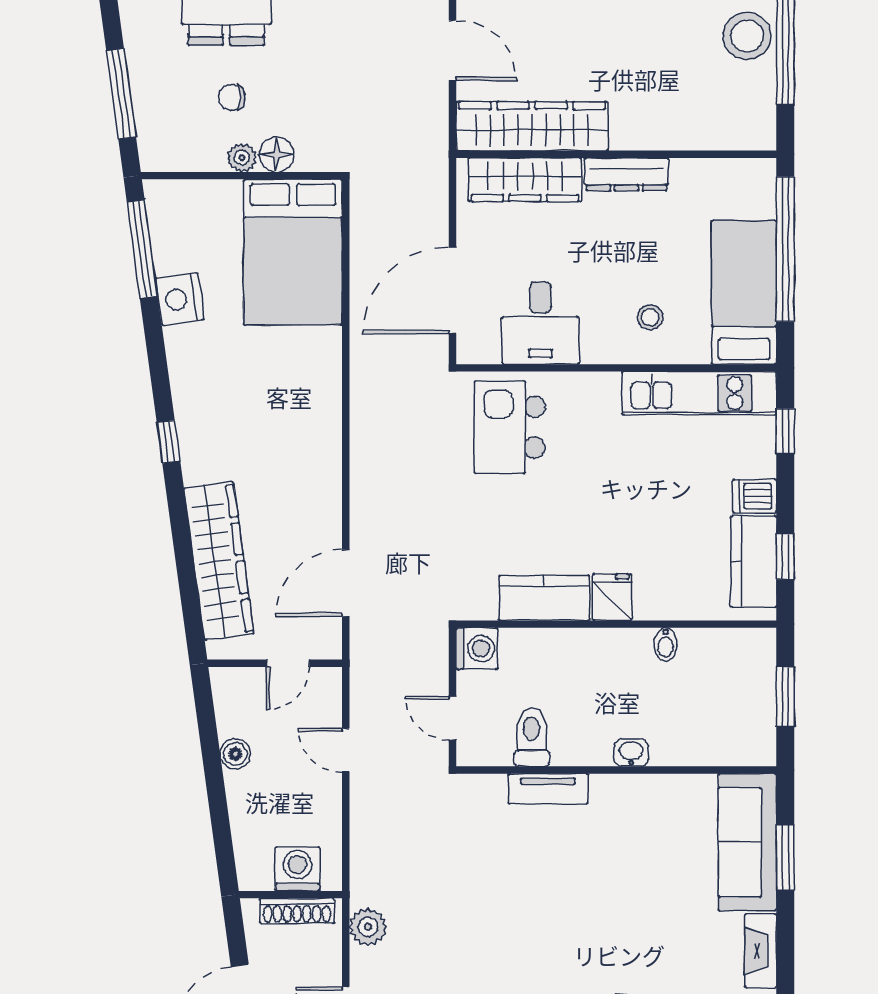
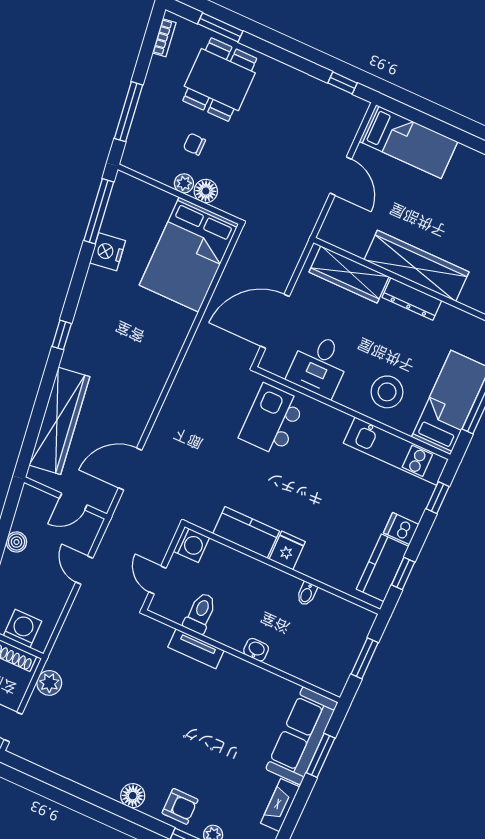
wardrobe: (532, 126) -> (416, 266), moved
stool: (650, 317) -> (387, 392), width x1.89, depth x1.89

